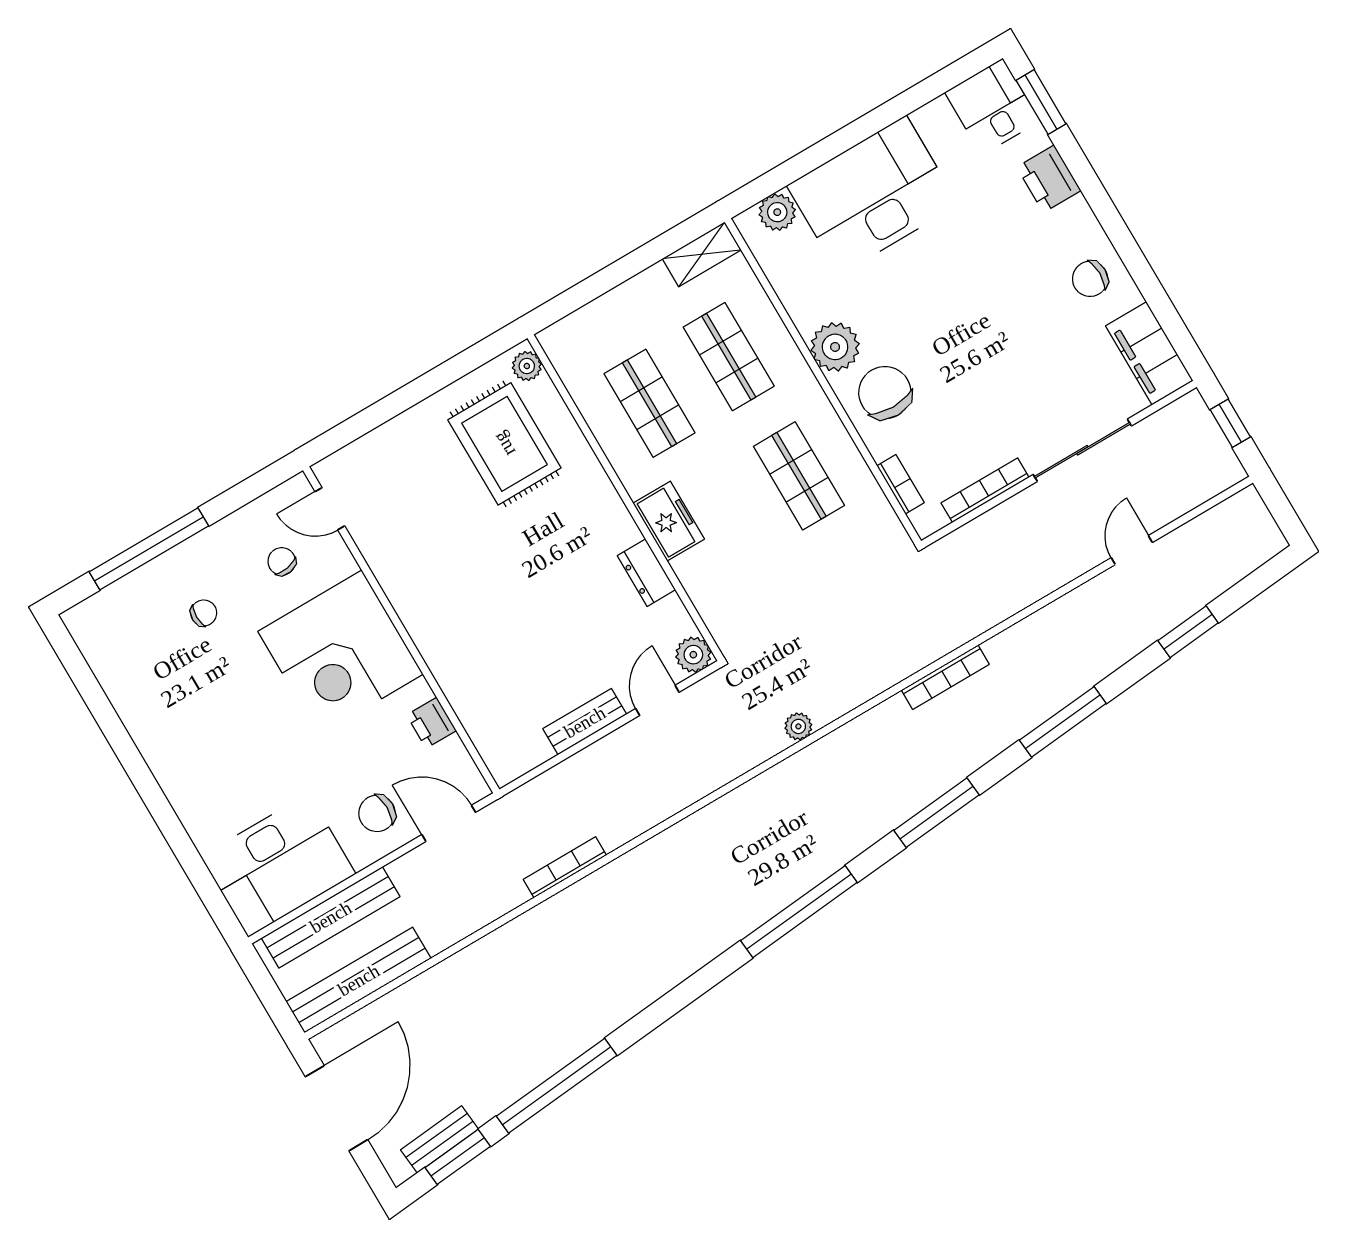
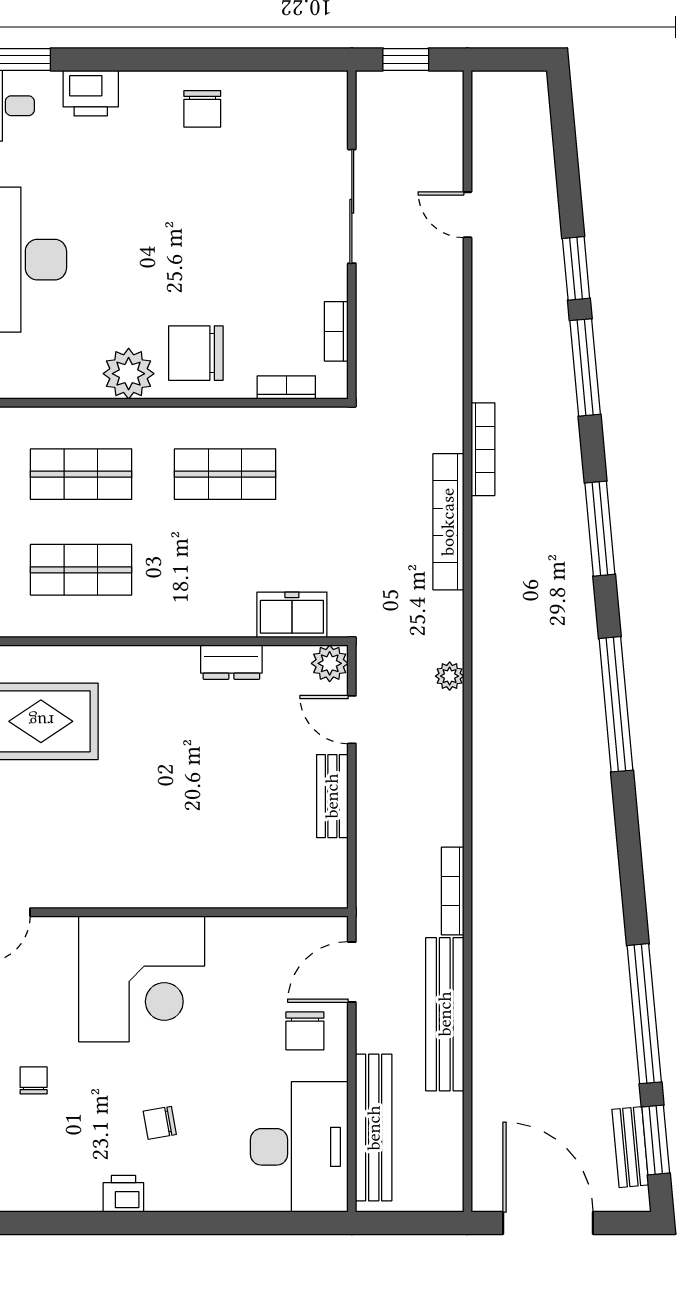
filing cabinet: (1149, 353) -> (300, 95), removed
bookcase: (985, 490) -> (336, 331), width x0.64
freezer: (669, 521) -> (292, 615), moved
chair: (282, 561) -> (160, 1123), moved
window: (1188, 632) -> (576, 268), moved
bookcase: (868, 684) -> (448, 522), added
printer: (431, 723) -> (123, 1194), moved, turned 180
plant: (798, 726) -> (450, 676), moved
bench: (359, 980) -> (445, 1014), moved

